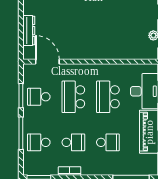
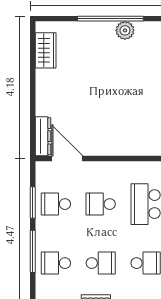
dresser: (29, 31) -> (43, 136), moved
school desk: (73, 97) -> (101, 204), width x0.54

